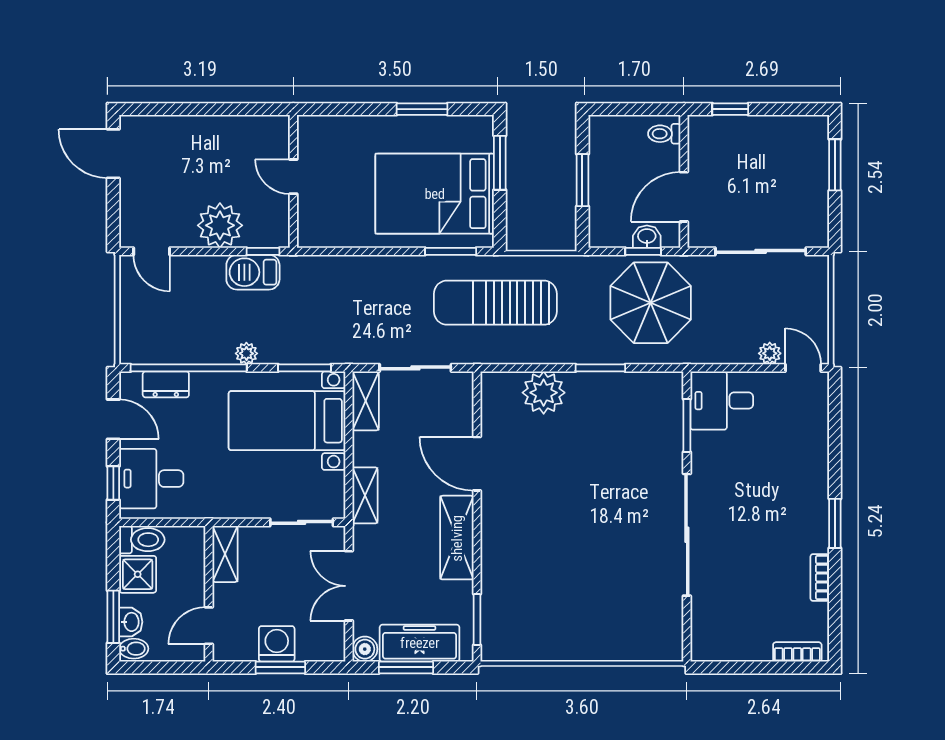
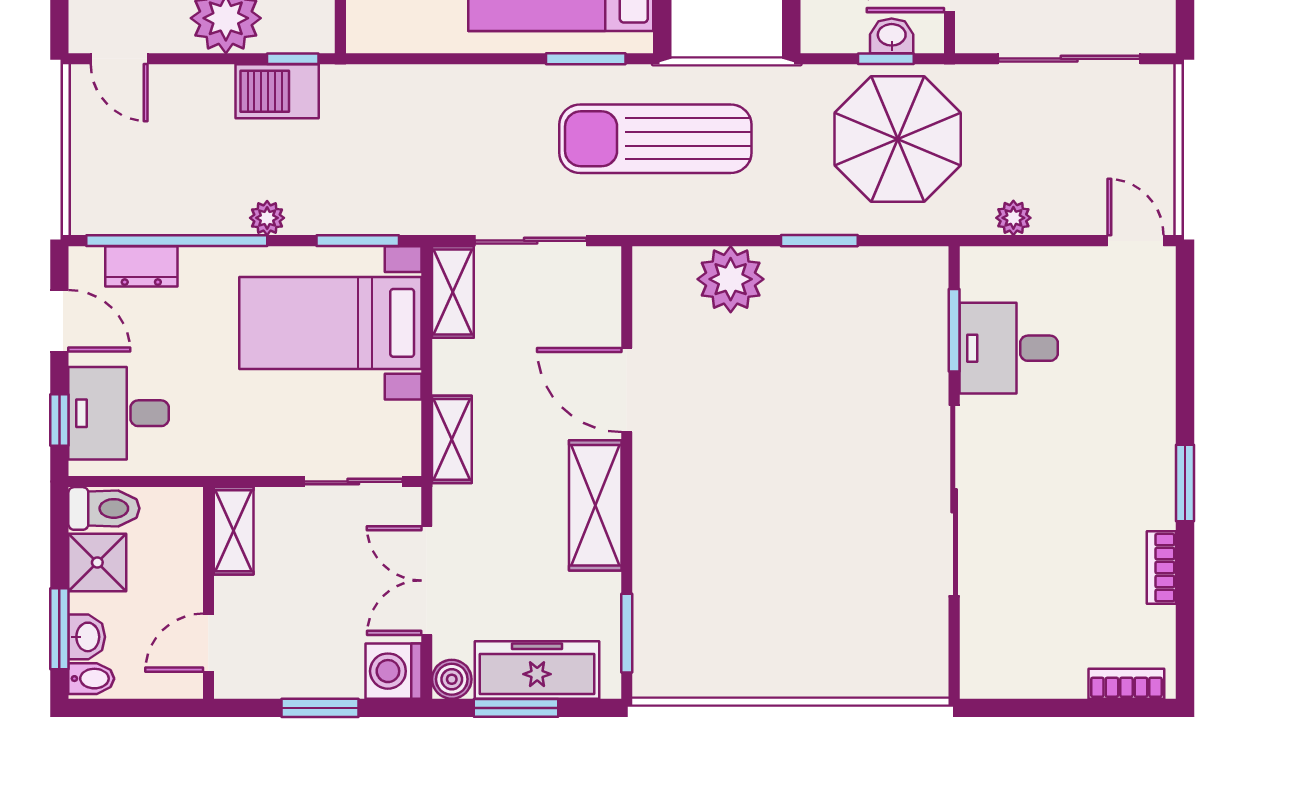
plant: (770, 353) -> (1013, 218), moved
desk: (722, 401) -> (1009, 348), moved
washing machine: (277, 644) -> (393, 671), moved, turned -90

